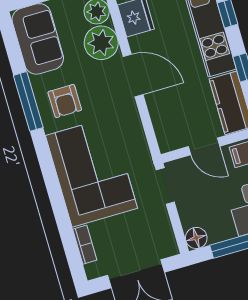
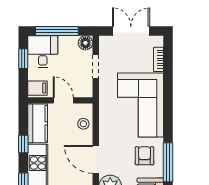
stool: (165, 121) -> (83, 124), added
doorway: (165, 186) -> (96, 67), moved

